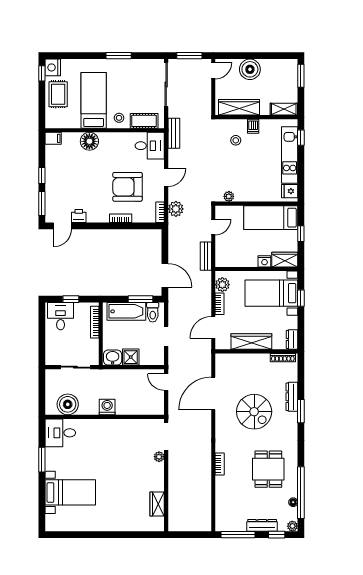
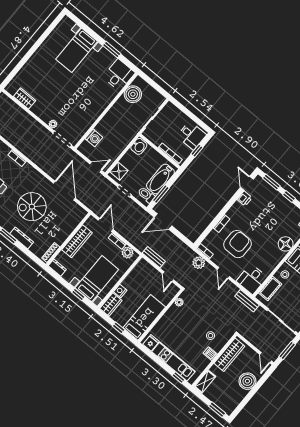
shower: (131, 357) -> (119, 171), moved
washing machine: (107, 407) -> (94, 138), moved

